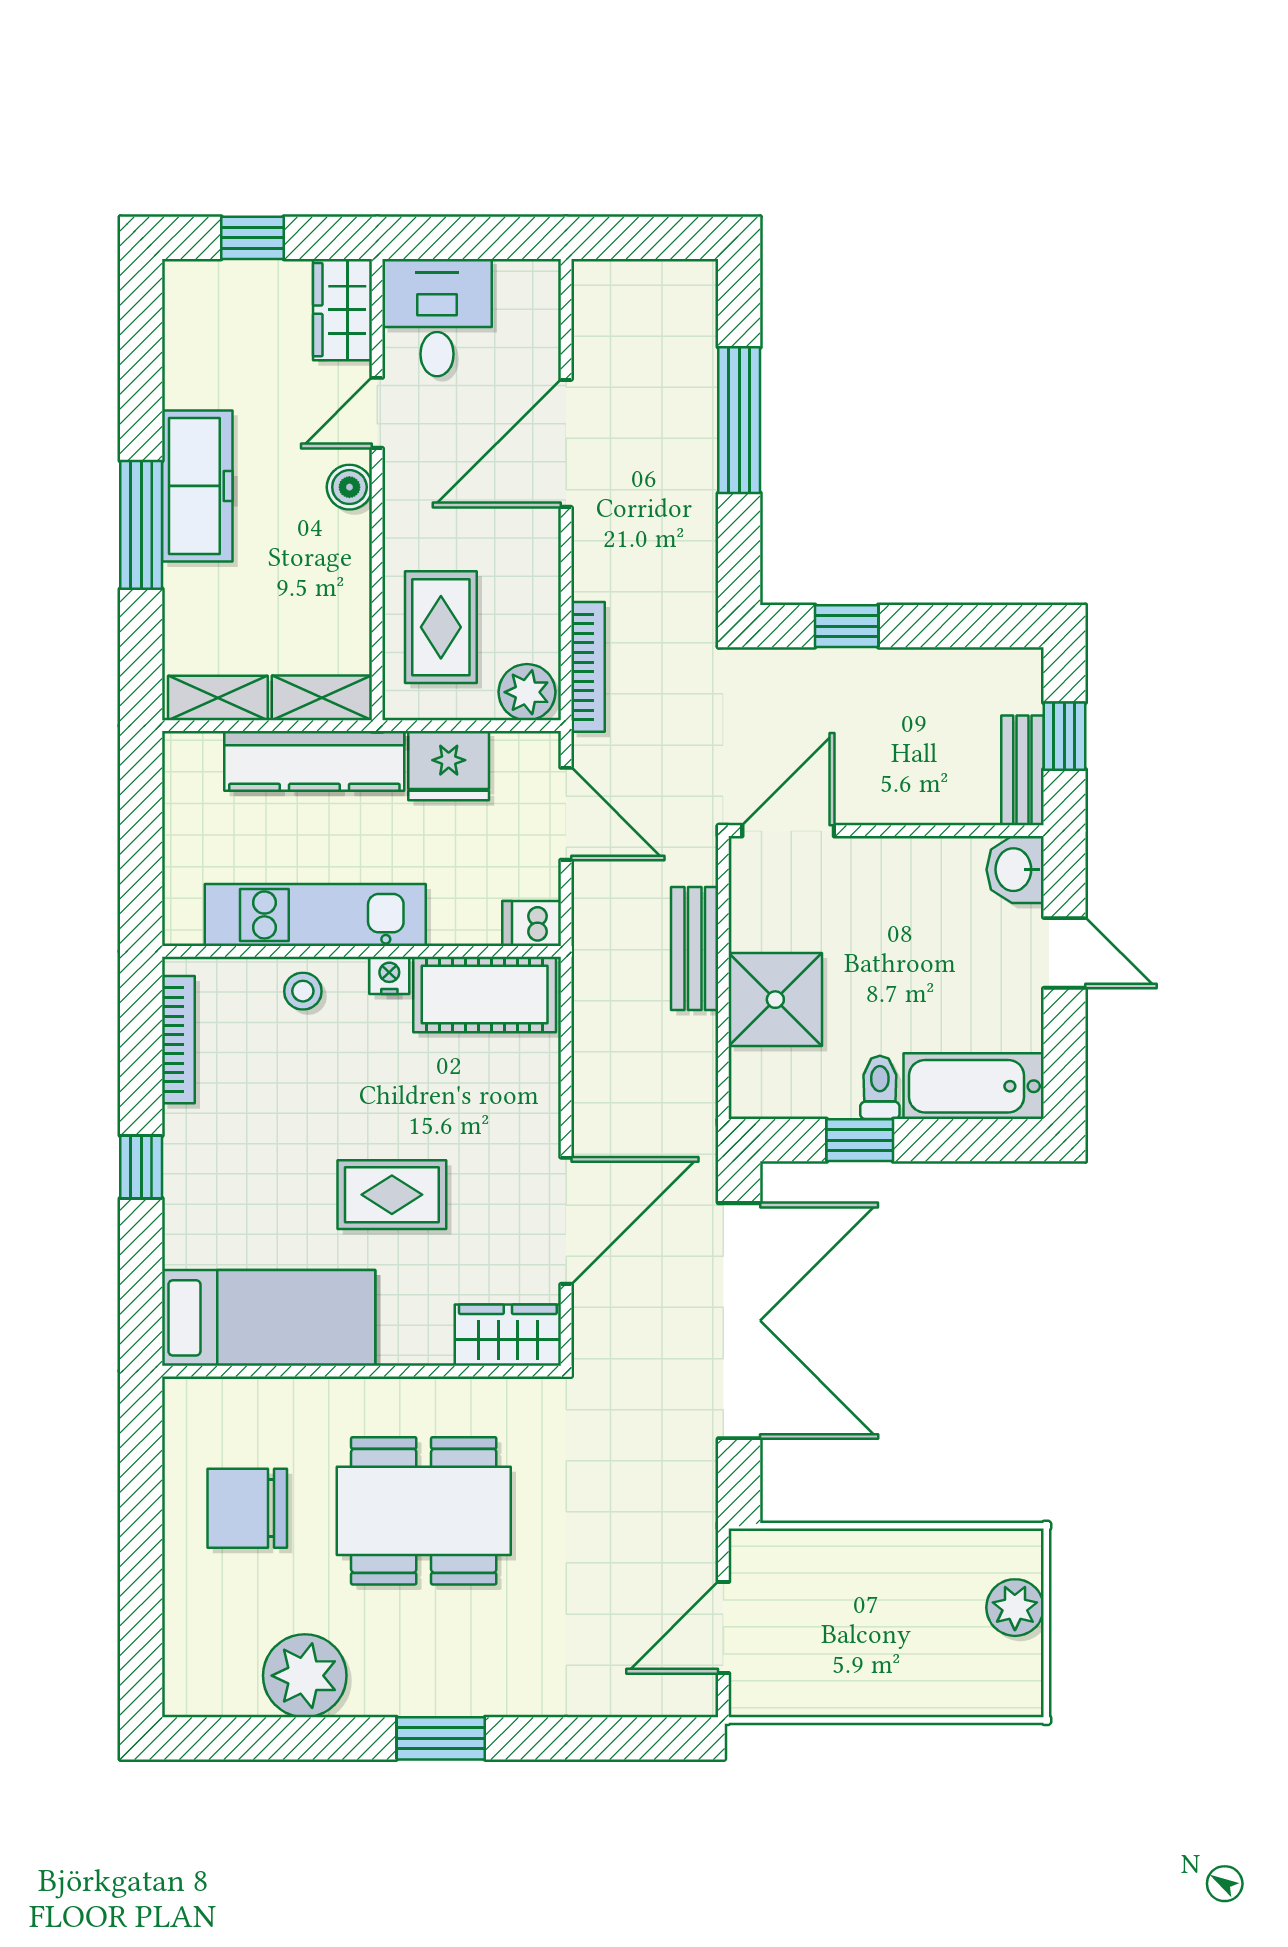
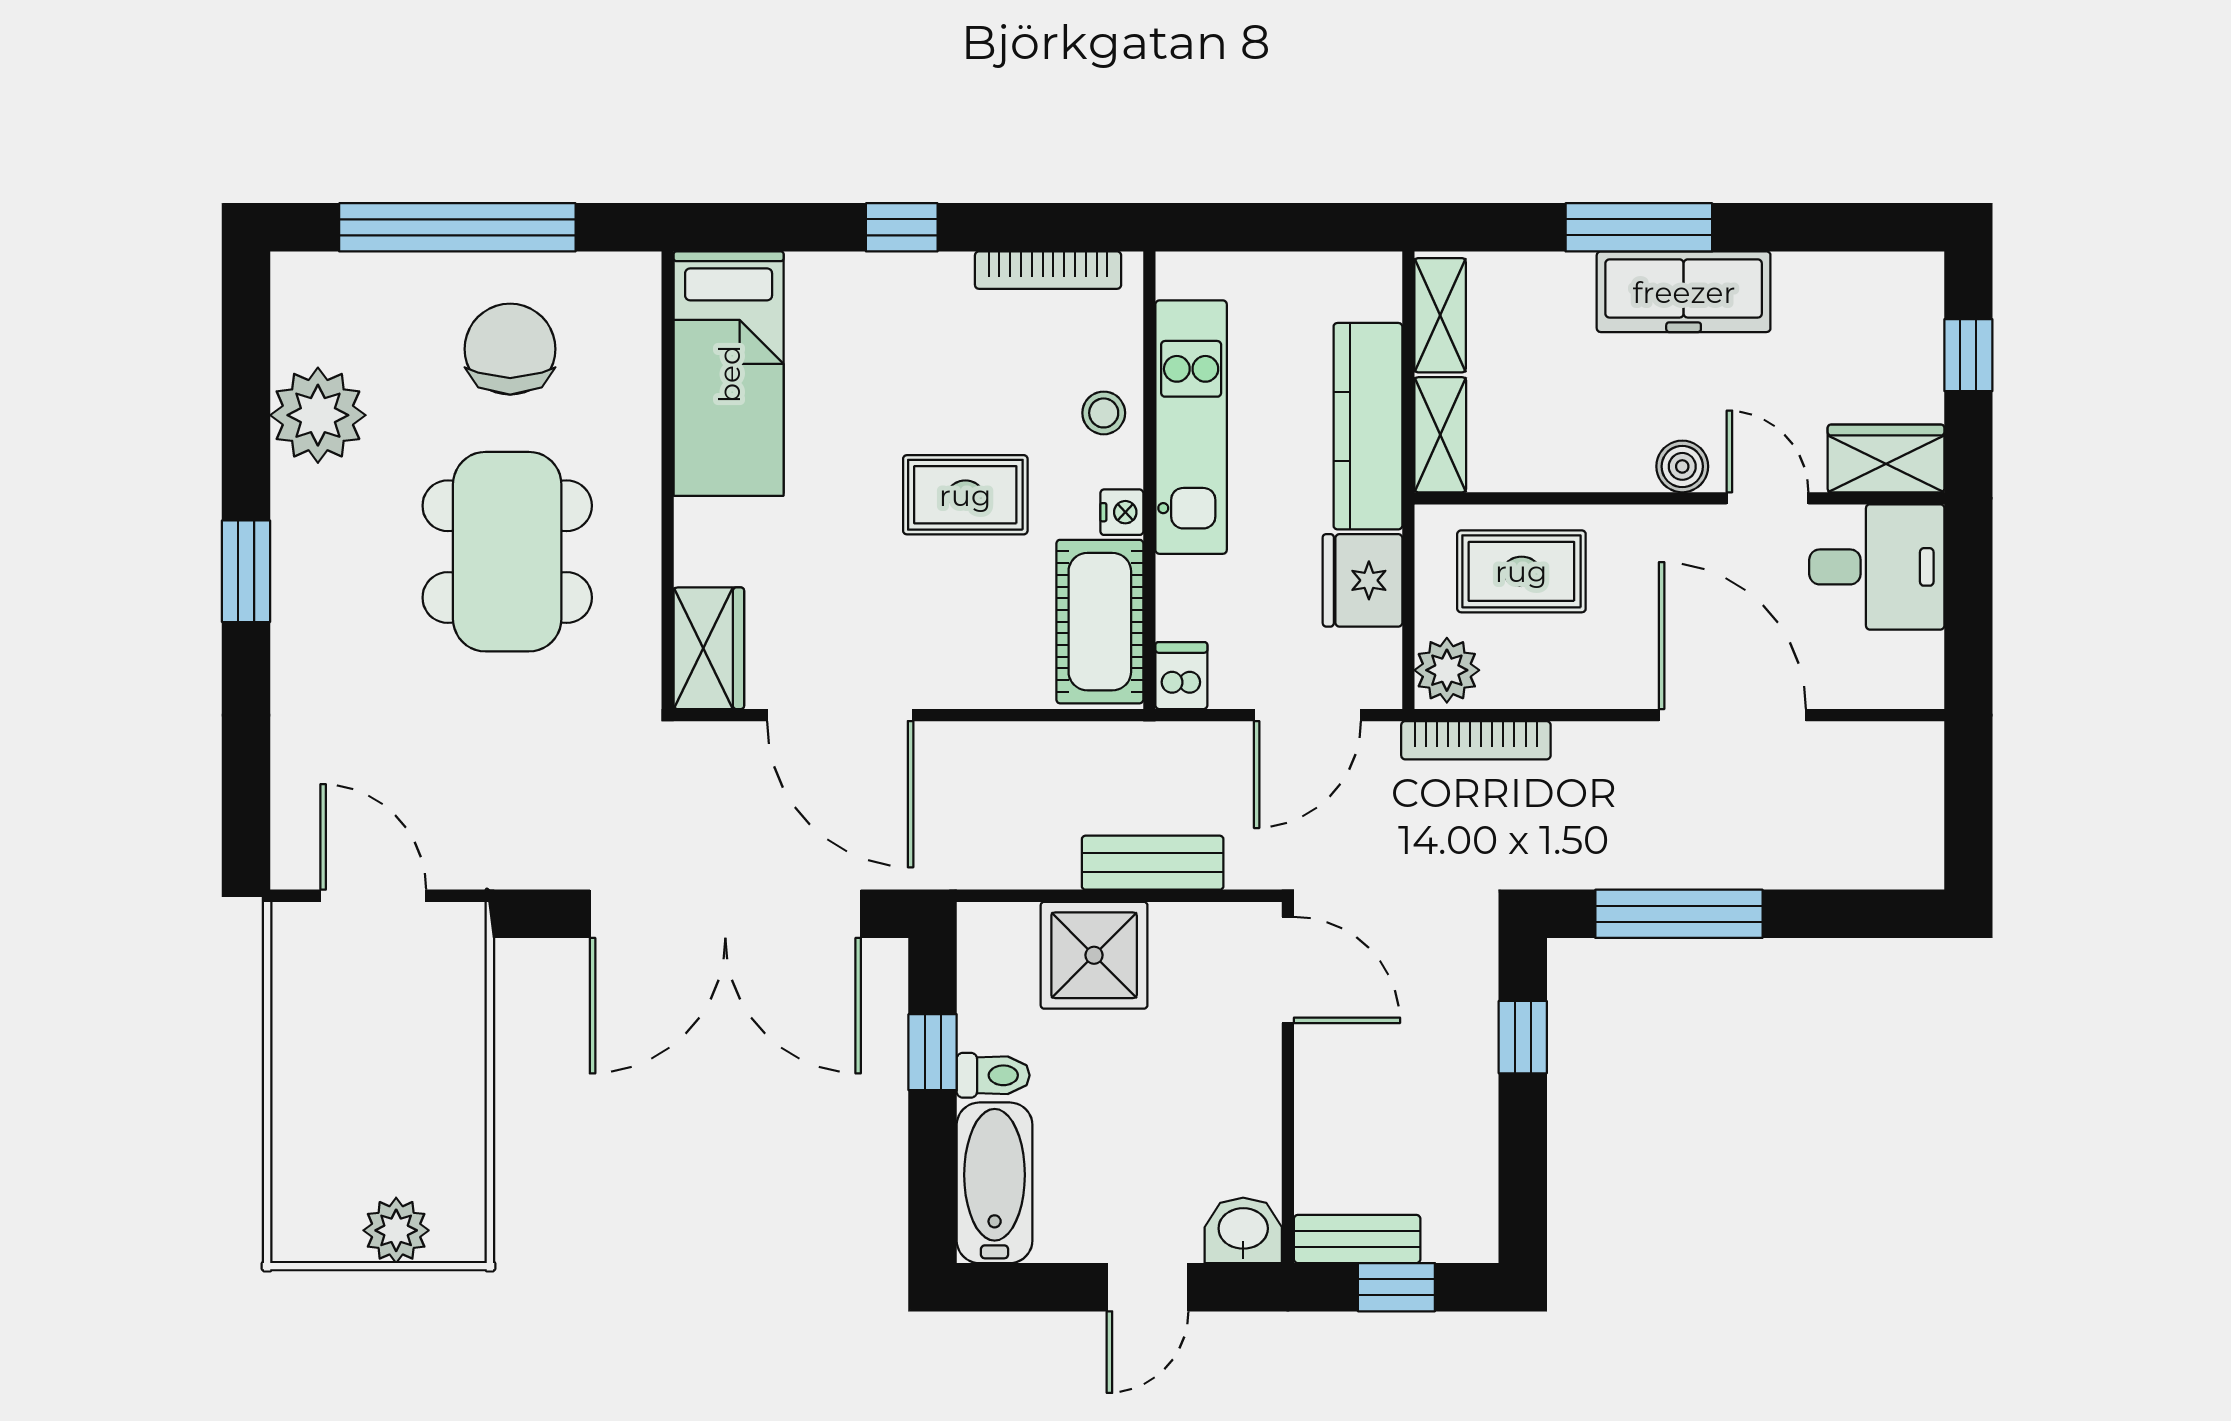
window: (739, 420) -> (1679, 914), moved
rug: (392, 1195) -> (965, 495), moved, turned 90
window: (141, 1554) -> (457, 227), added

